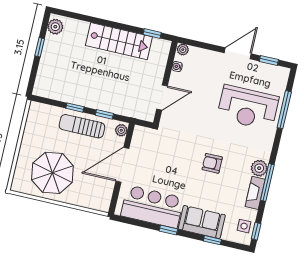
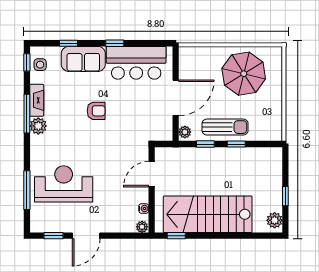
stairs: (119, 41) -> (208, 214), width x1.36, depth x1.51
armchair: (212, 163) -> (96, 111), moved

